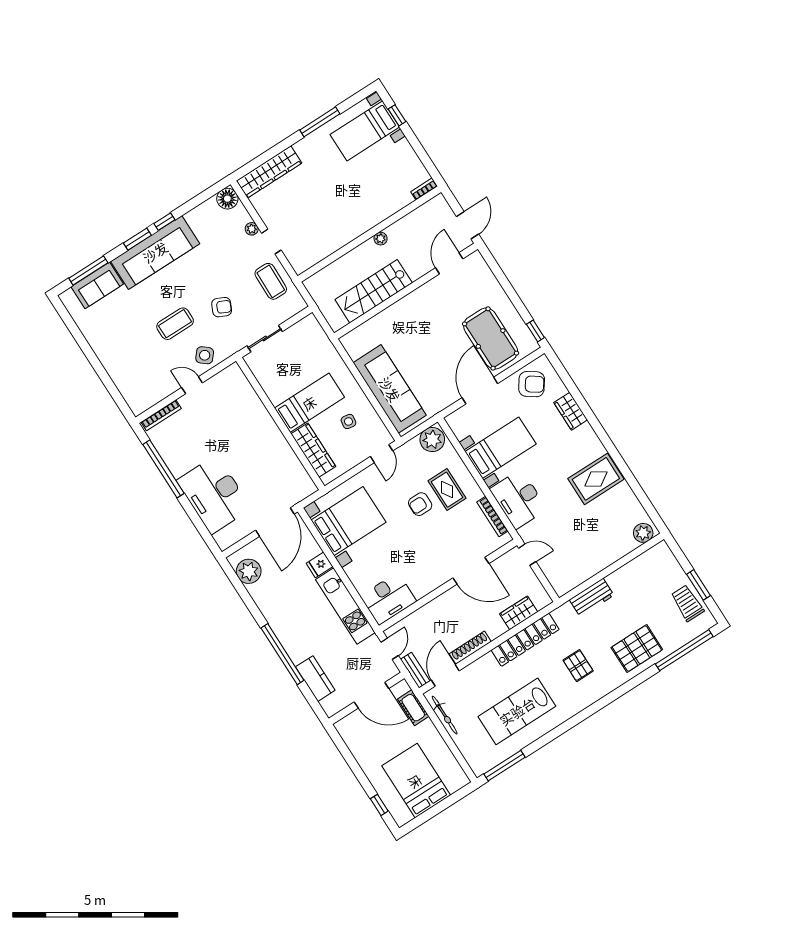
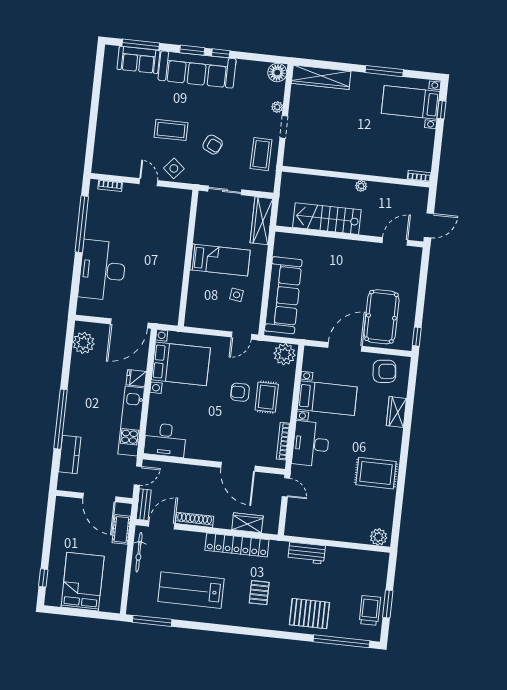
armchair: (532, 384) -> (384, 371), turned -41
bookcase: (161, 415) -> (110, 186), width x0.64
wardrobe: (313, 450) -> (262, 221), moved, turned 180

